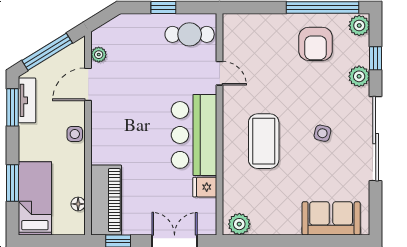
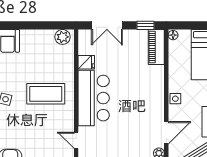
coffee table: (264, 141) -> (46, 94), turned 90
piano: (106, 200) -> (156, 47), width x0.73, depth x0.75
floor lamp: (78, 204) -> (173, 35), moved

